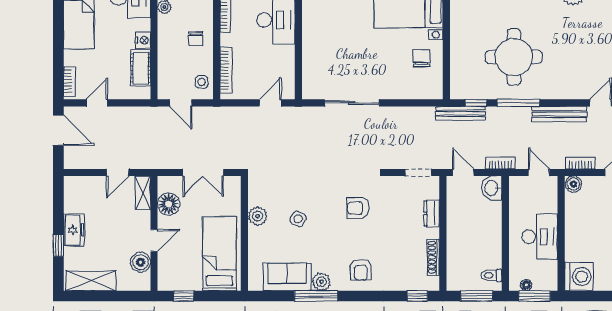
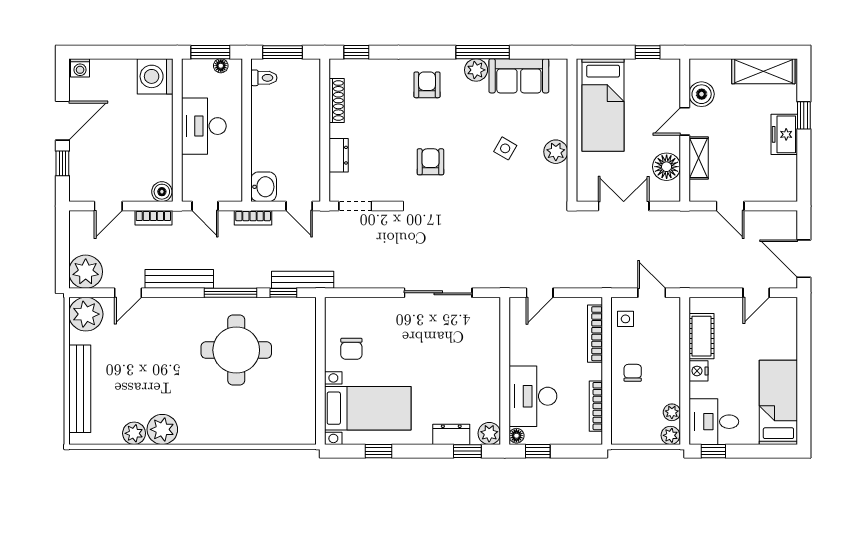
bookcase: (69, 81) -> (790, 320), removed
door: (118, 172) -> (730, 206), swing flipped
shelving: (143, 193) -> (699, 158), moved
armchair: (358, 208) -> (430, 162), turned -90

